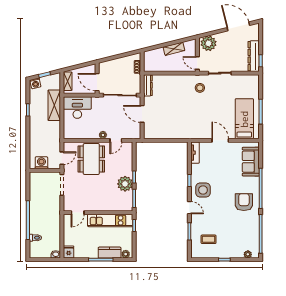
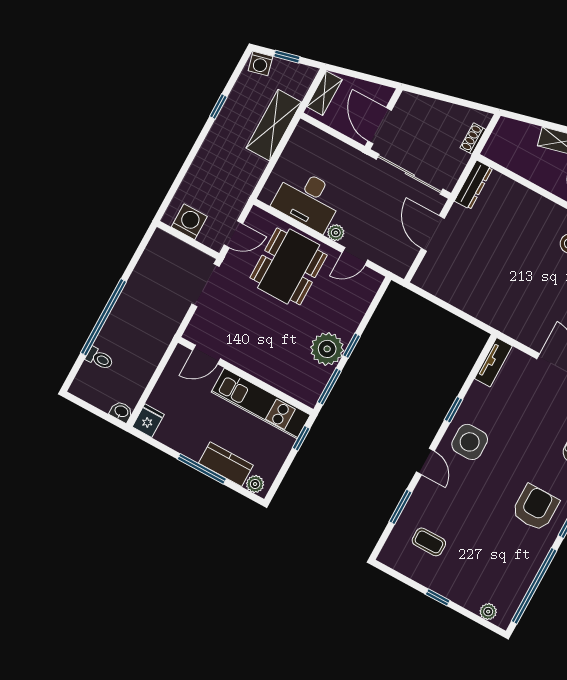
desk: (77, 108) -> (308, 200), moved, turned 180

